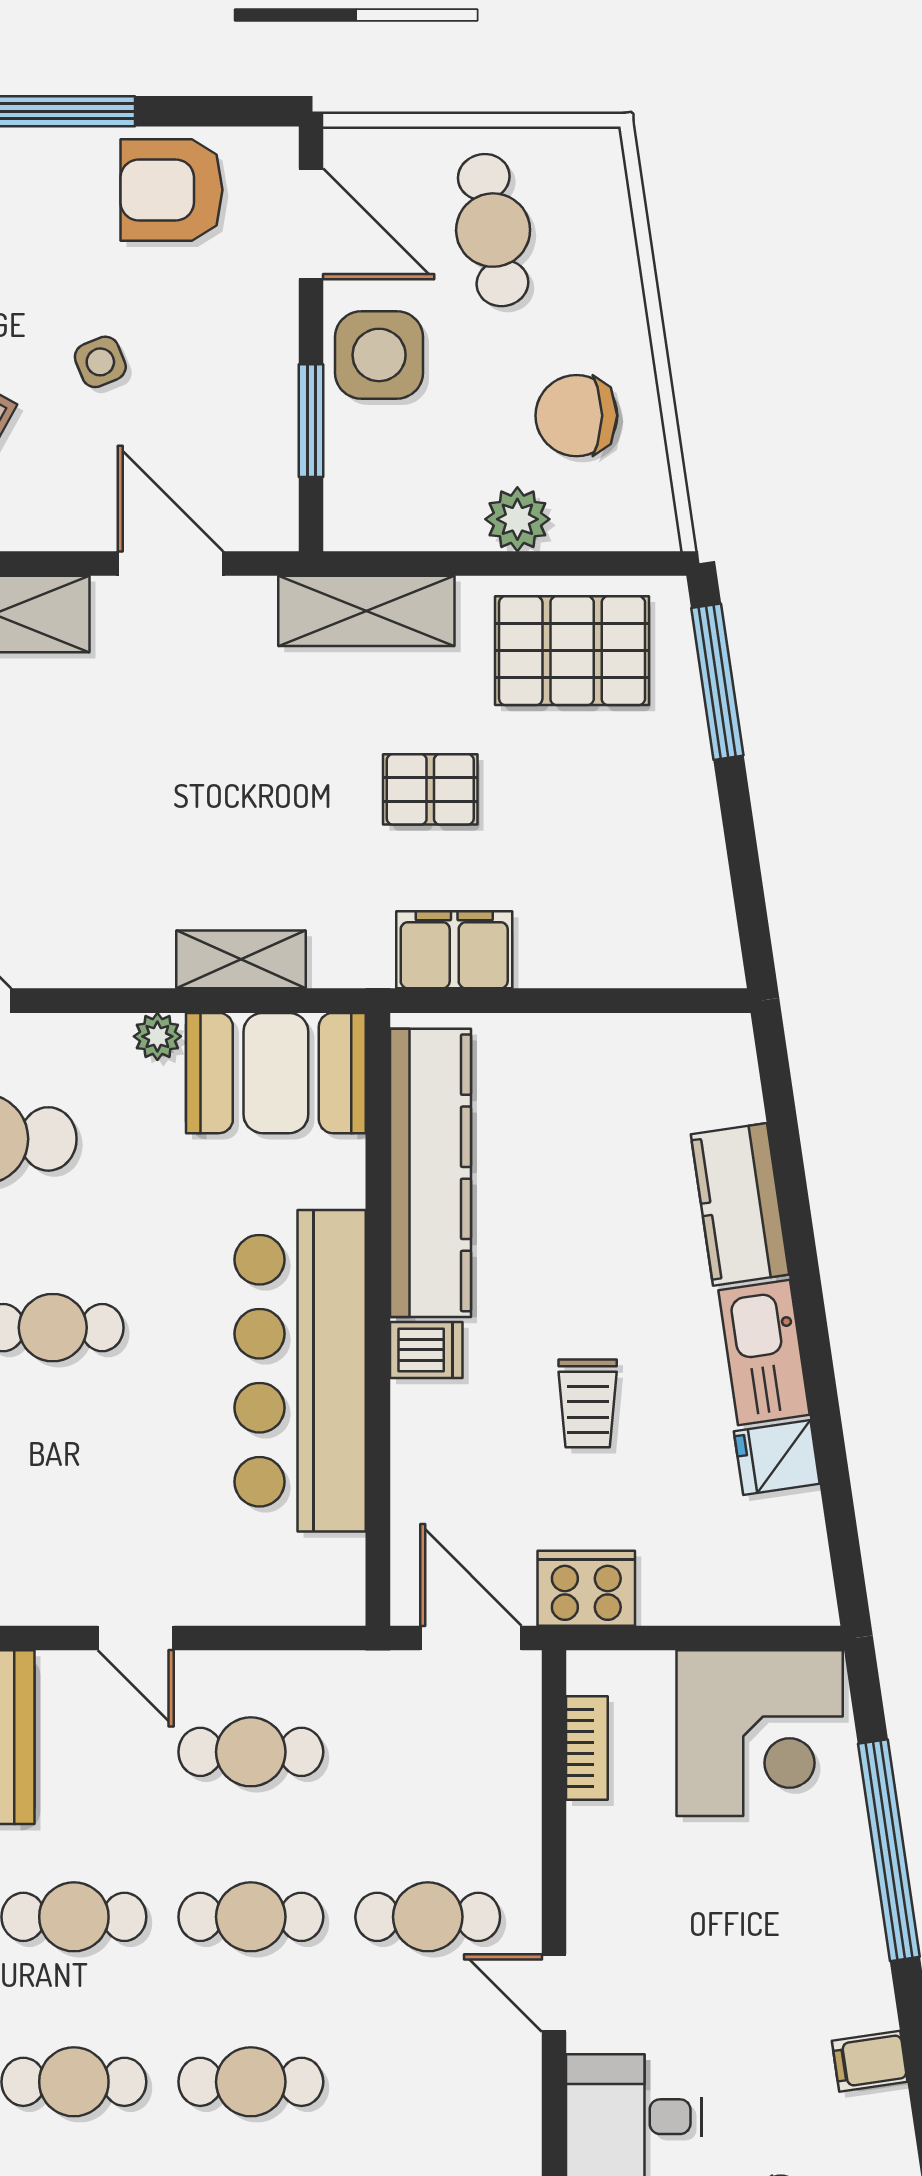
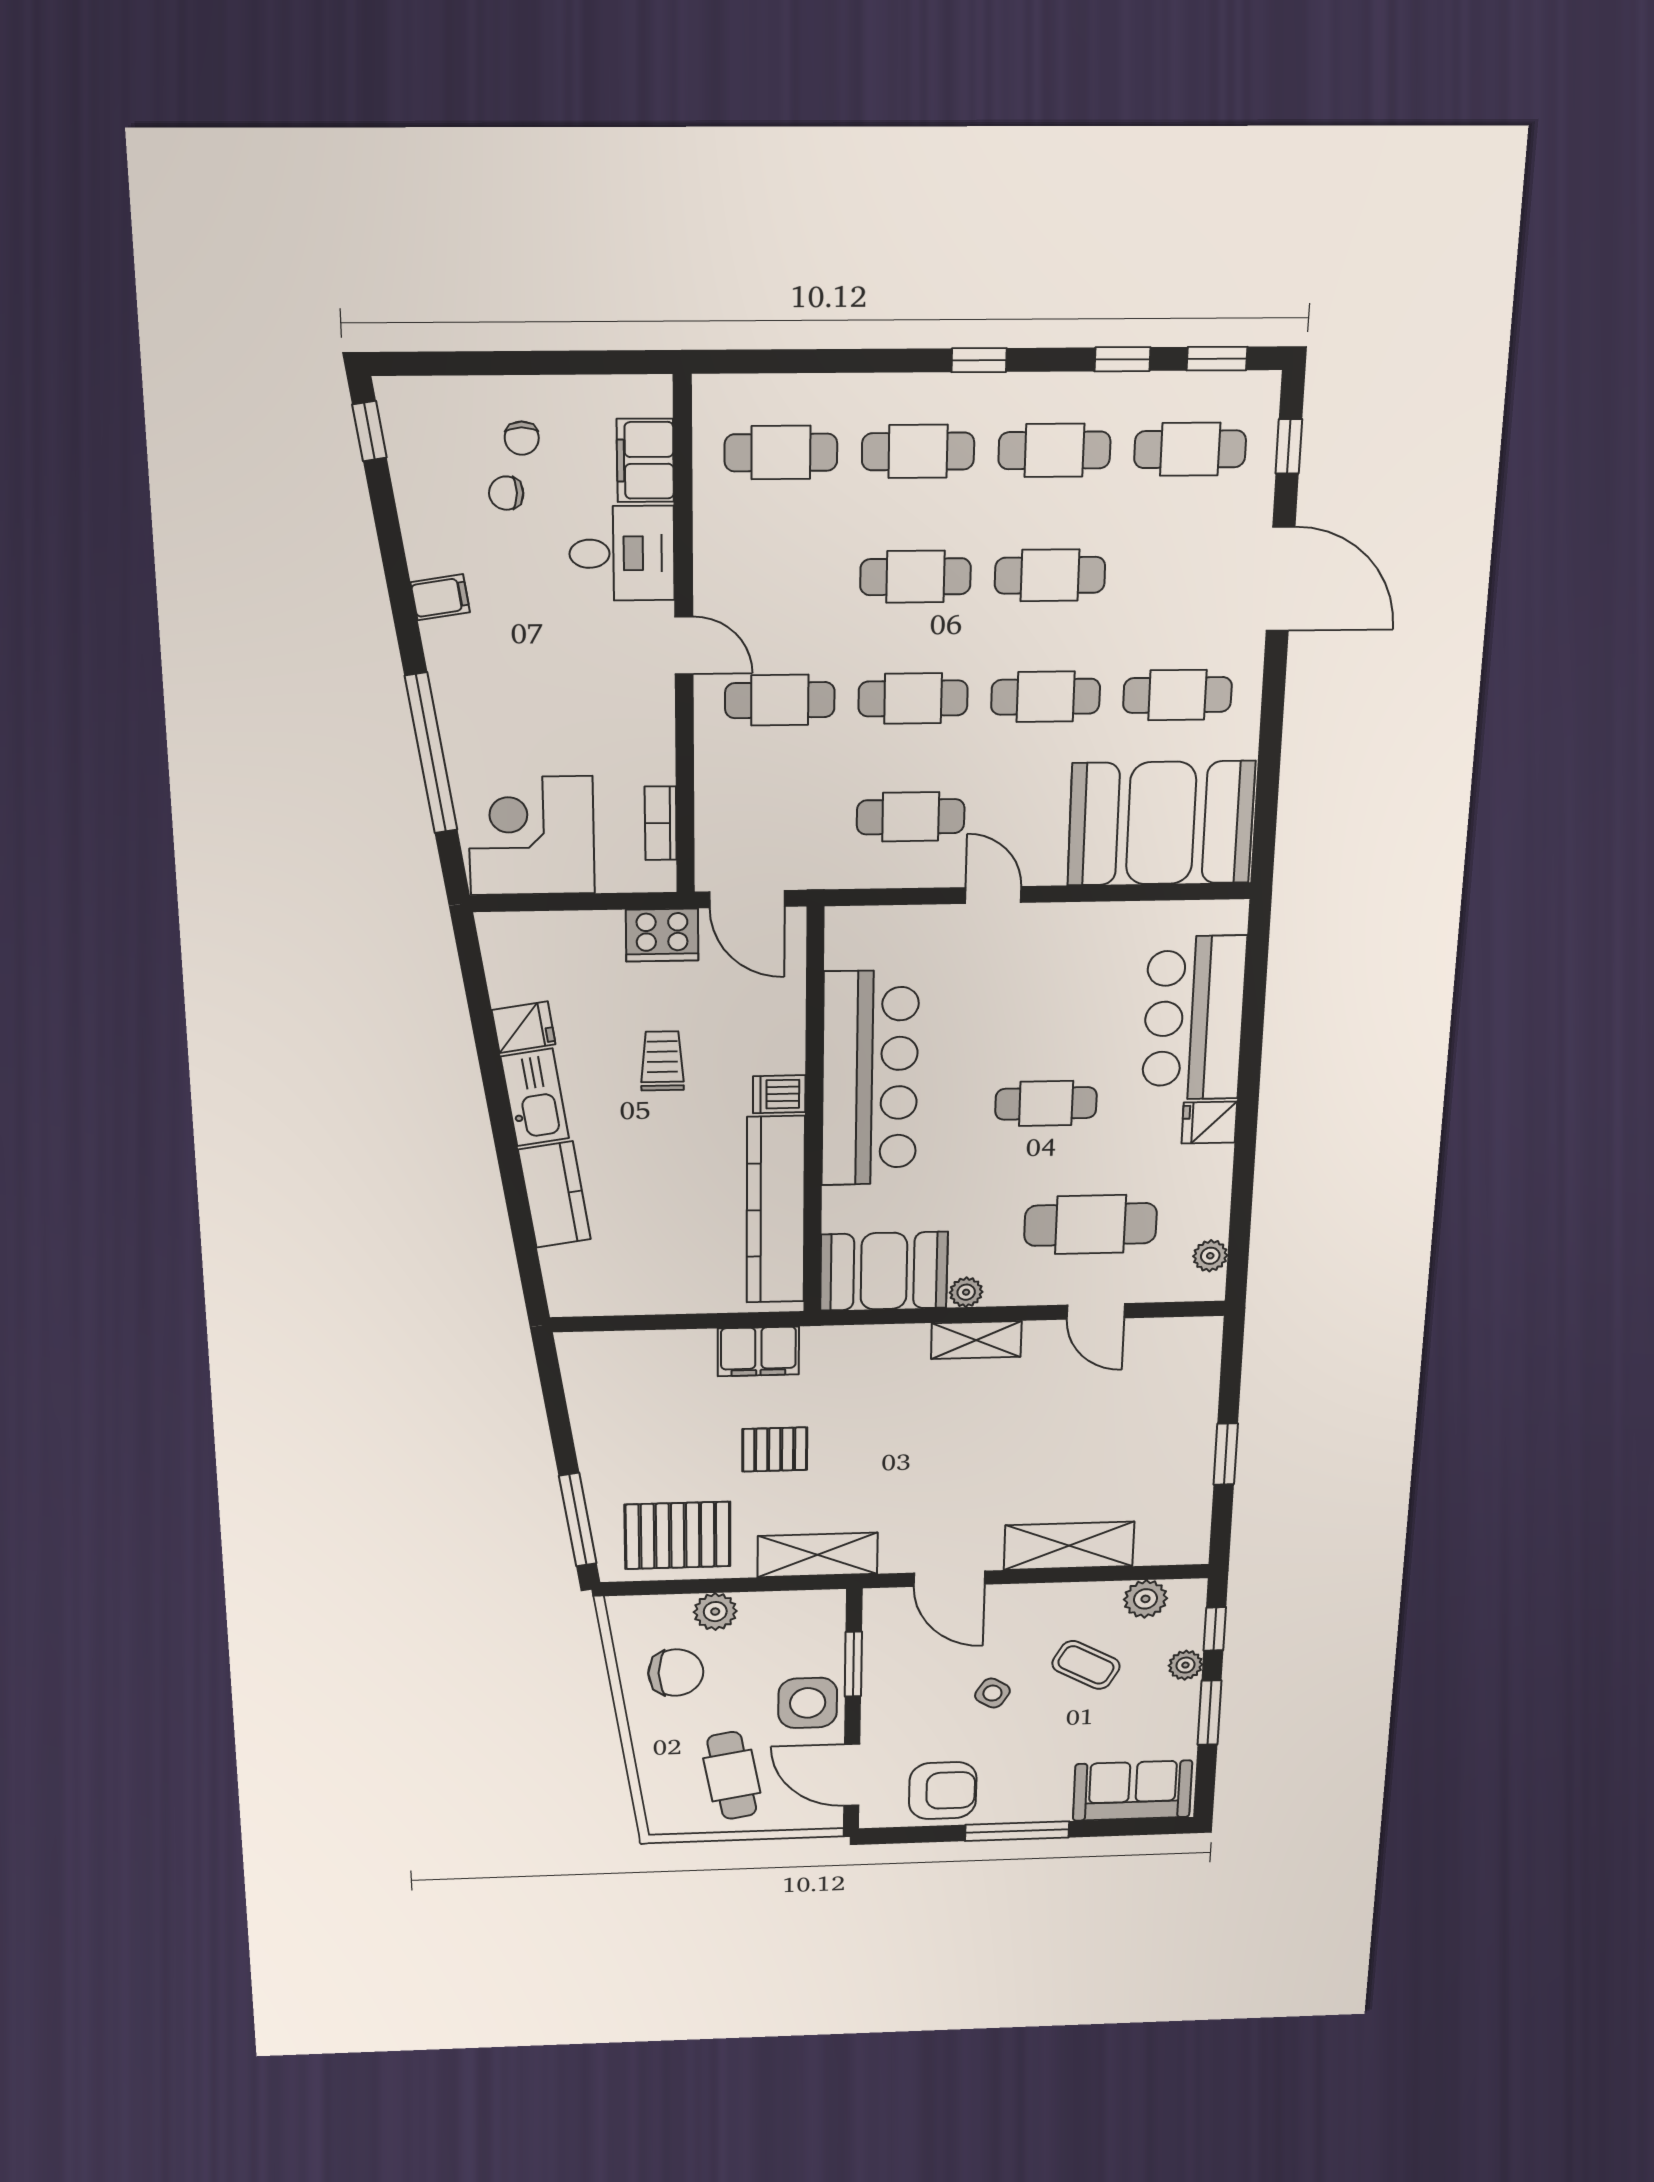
side table: (100, 362) -> (992, 1693), turned -36
shelving: (241, 959) -> (976, 1340), moved

